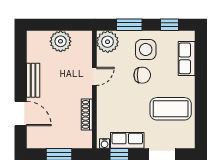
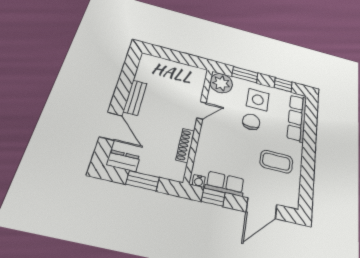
plant: (61, 41) -> (174, 70), removed
row of seats: (187, 58) -> (297, 118), width x1.48
chair: (142, 75) -> (251, 122), turned -90
coffee table: (171, 109) -> (276, 162), width x0.73, depth x0.76
dresser: (39, 141) -> (123, 161), added

